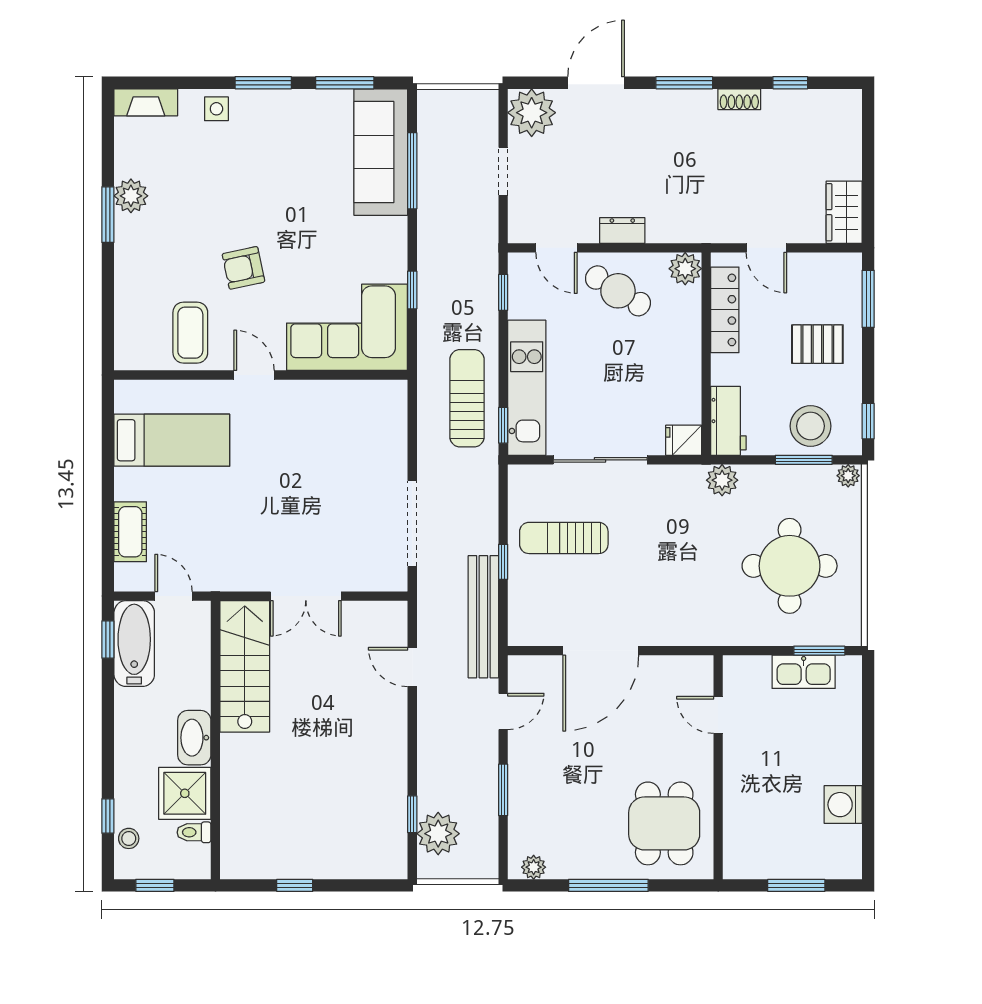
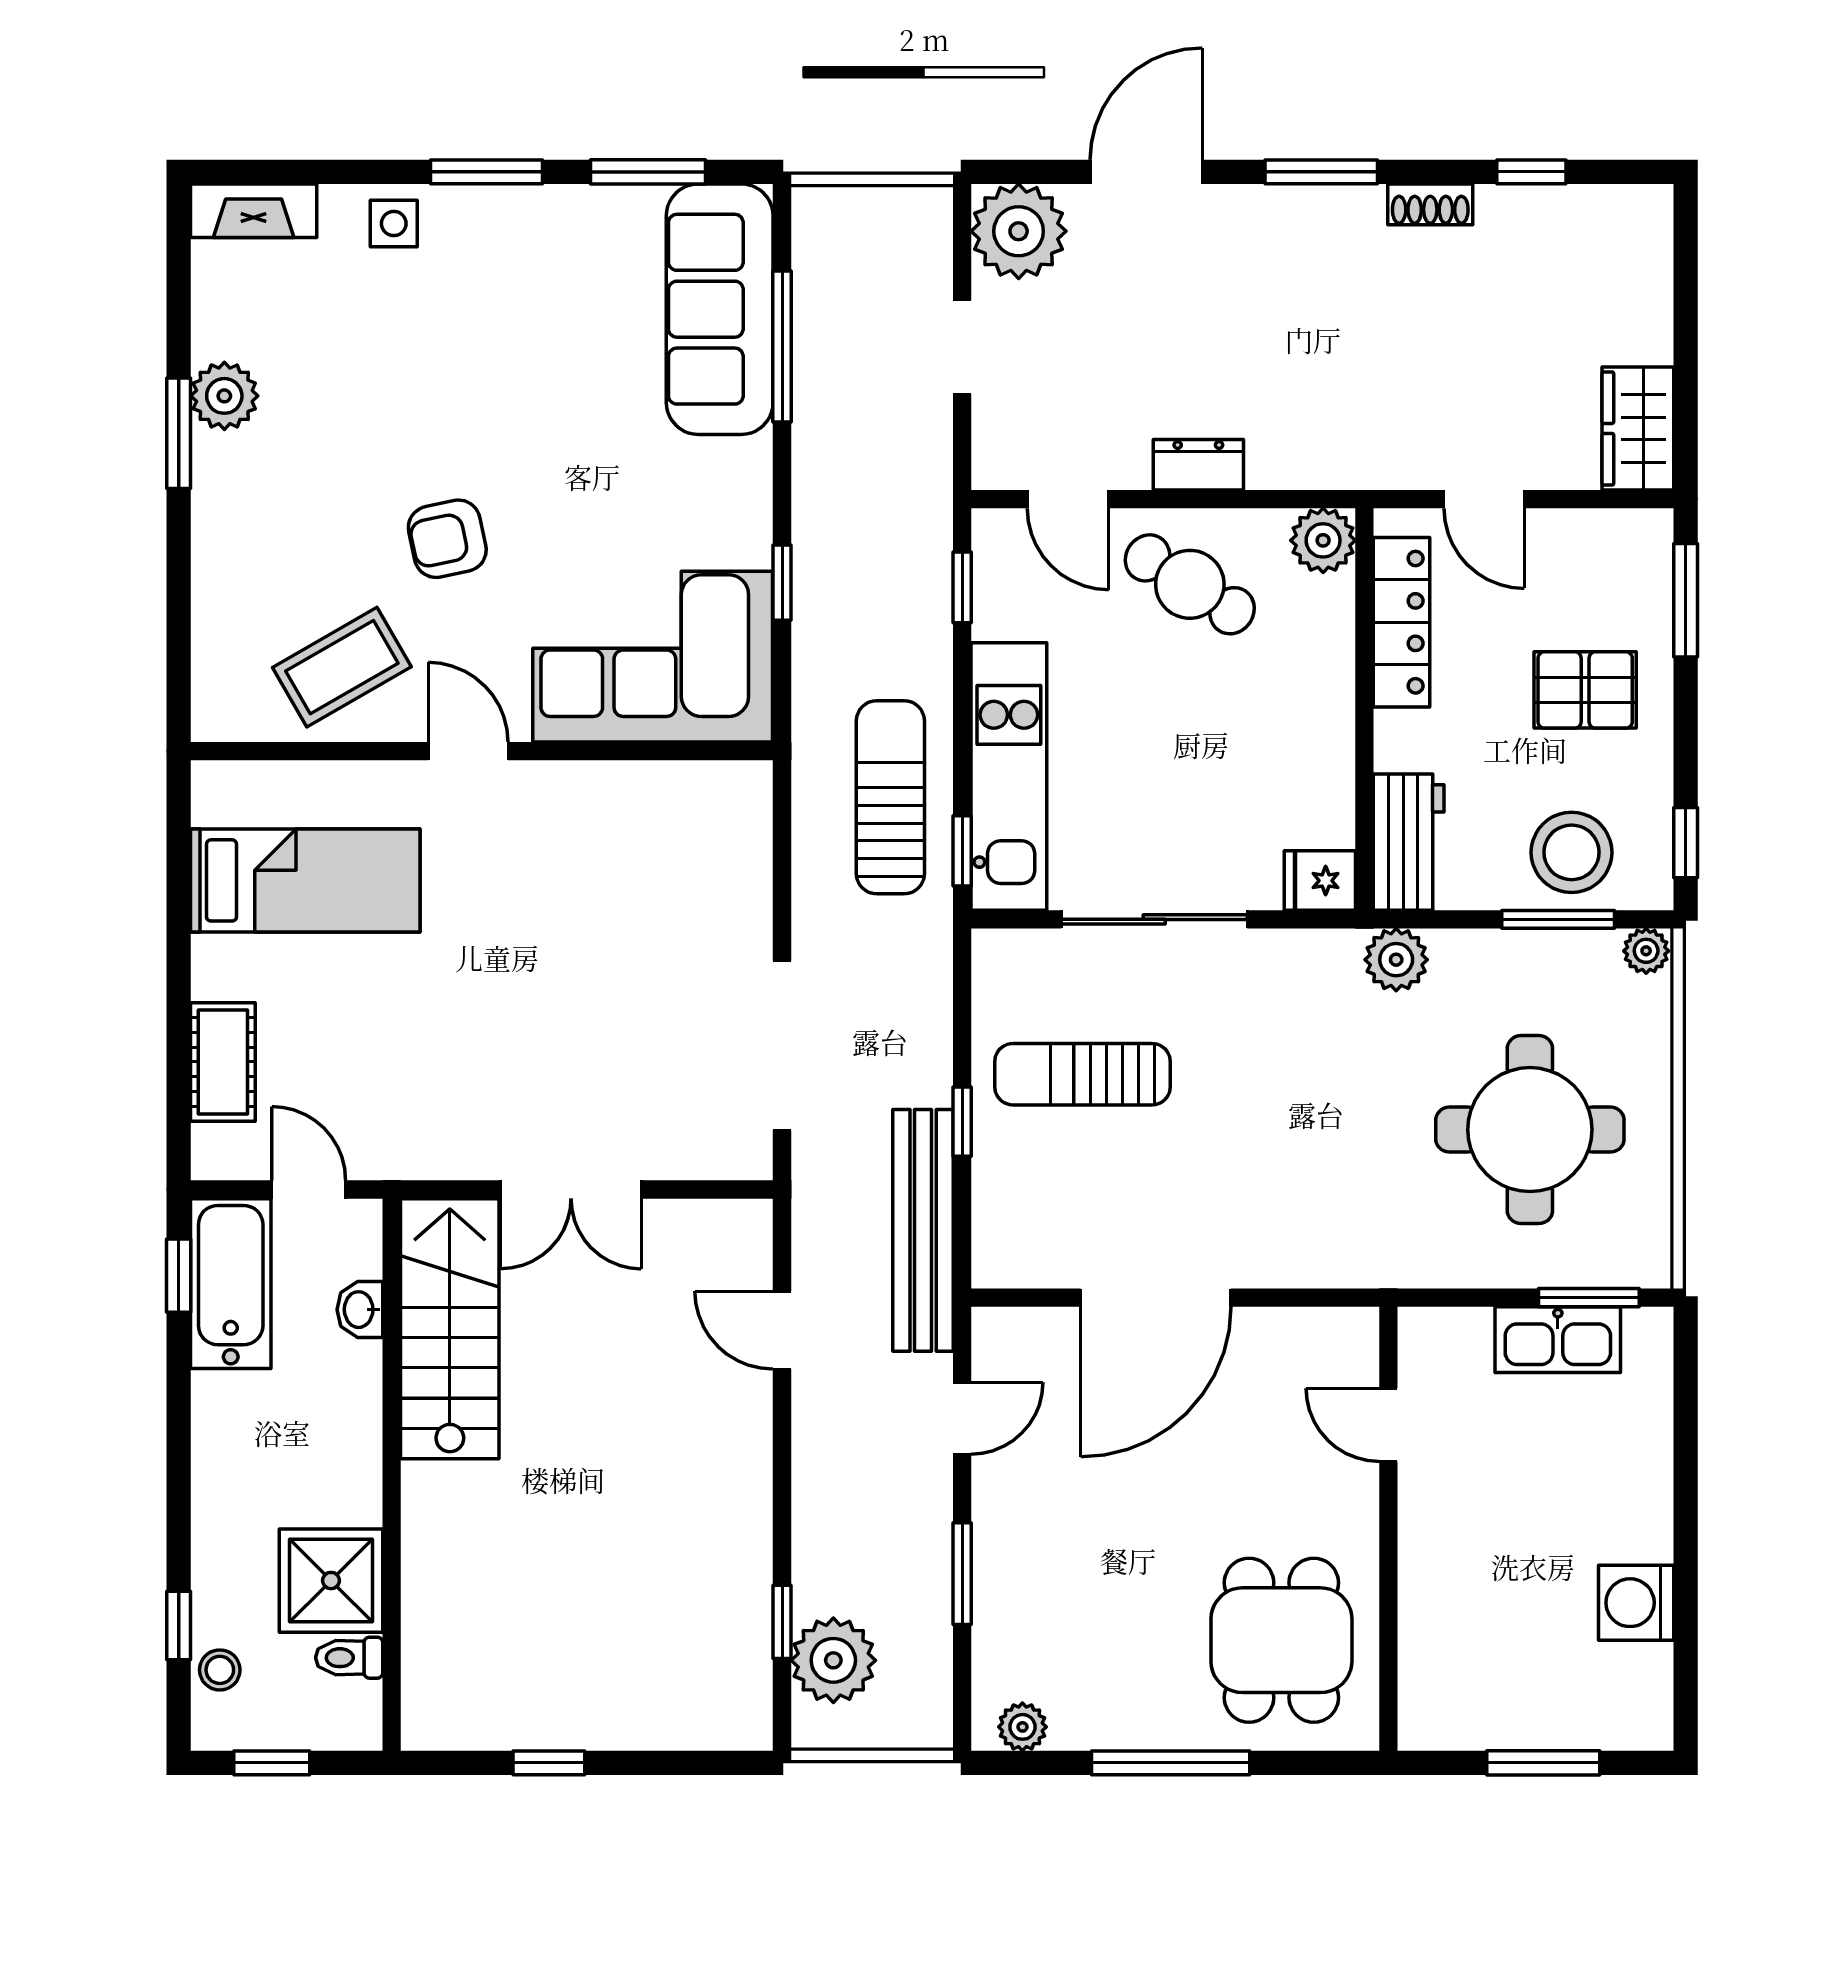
coffee table: (190, 333) -> (342, 667), turned 60
washbasin: (194, 738) -> (360, 1310), moved, width x0.52, depth x0.69

